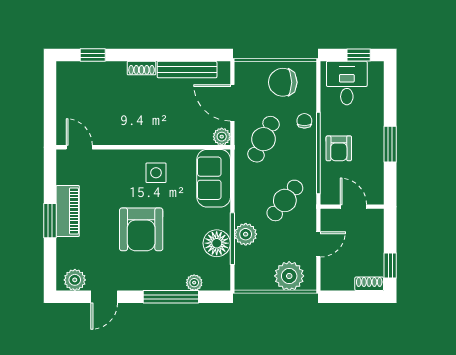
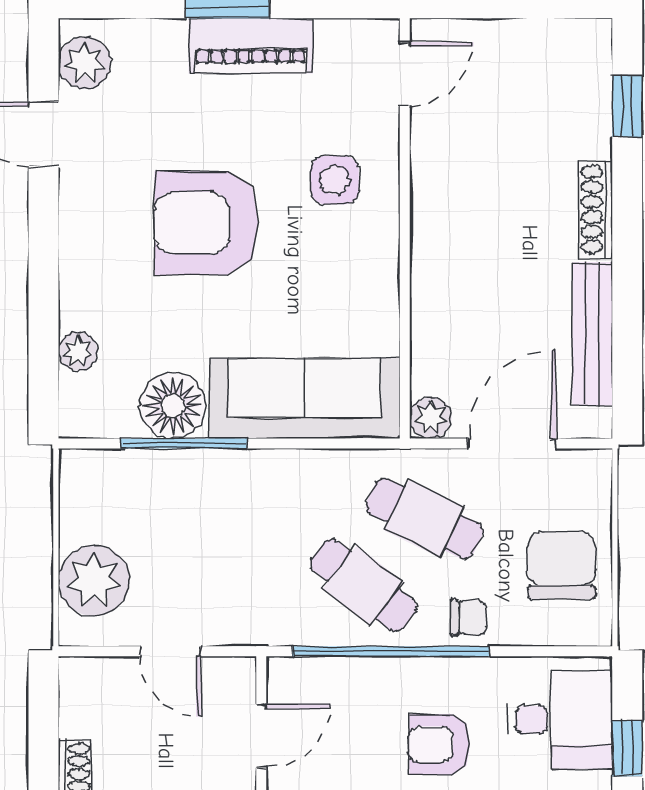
shoe rack: (142, 68) -> (596, 209), width x1.43
armchair: (339, 148) -> (440, 745), moved
side table: (156, 173) -> (335, 180), moved
sofa: (214, 178) -> (305, 398), width x1.36
cafe table: (285, 200) -> (363, 585), moved
plant: (246, 234) -> (195, 475), removed
window: (171, 297) -> (44, 295), removed

